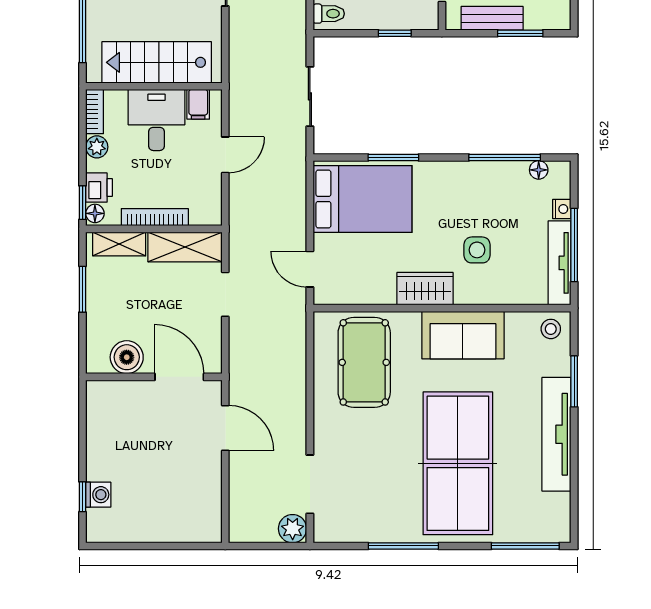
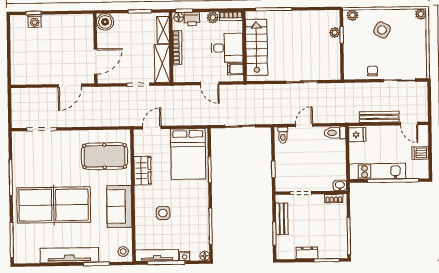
floor lamp: (539, 170) -> (205, 256), moved
wardrobe: (425, 289) -> (142, 171), moved
boiler: (127, 357) -> (105, 22), moved
plant: (293, 529) -> (19, 121), removed

